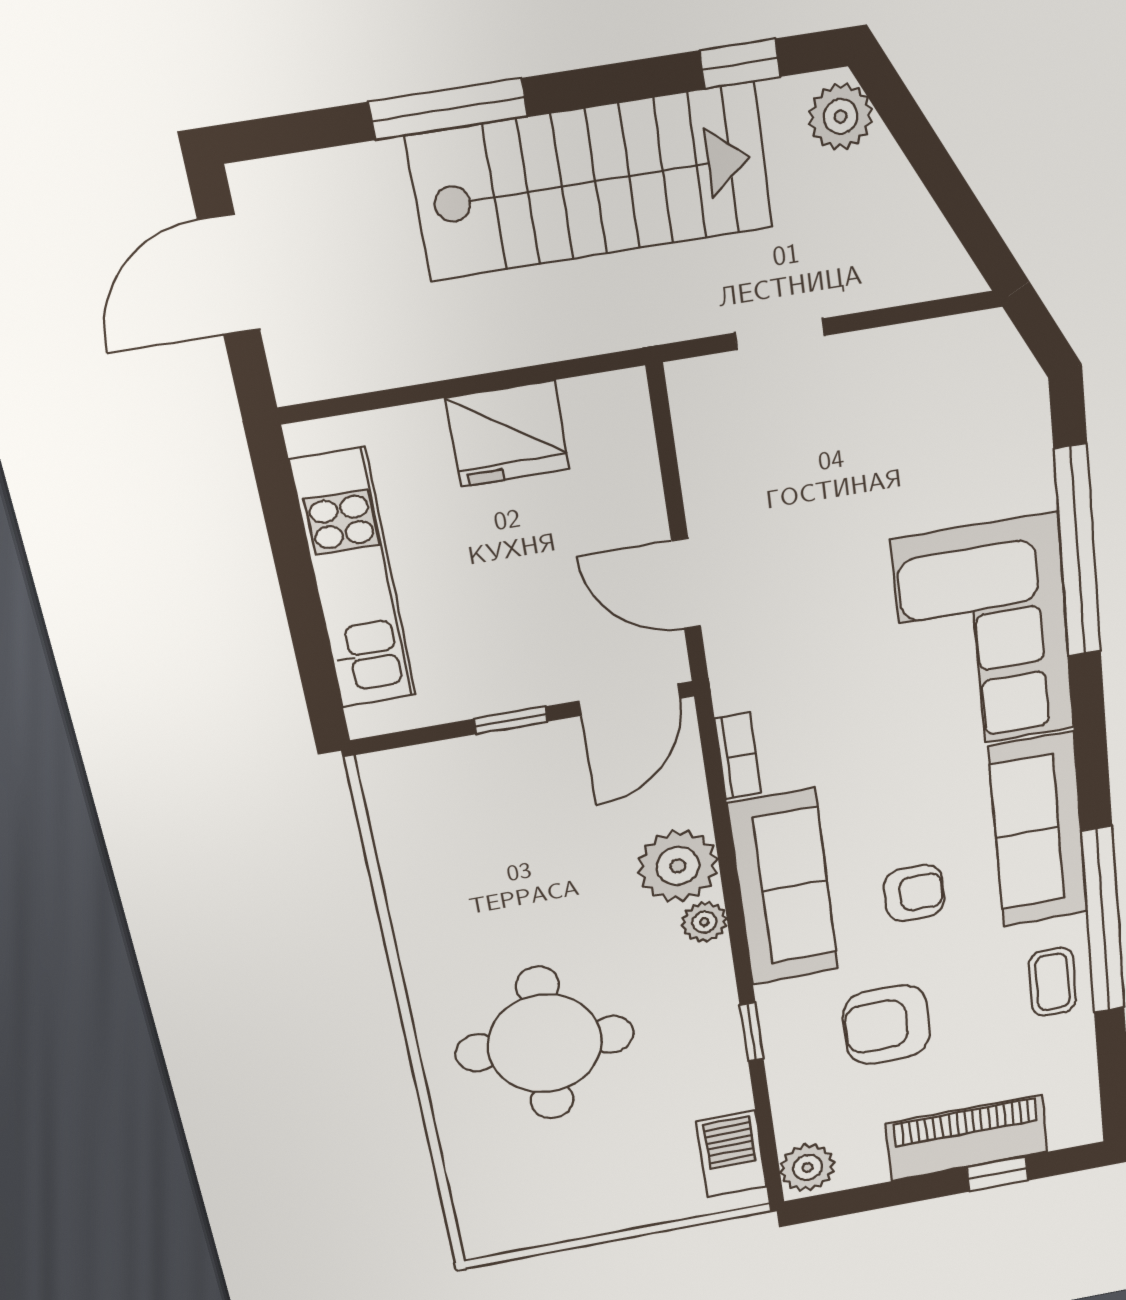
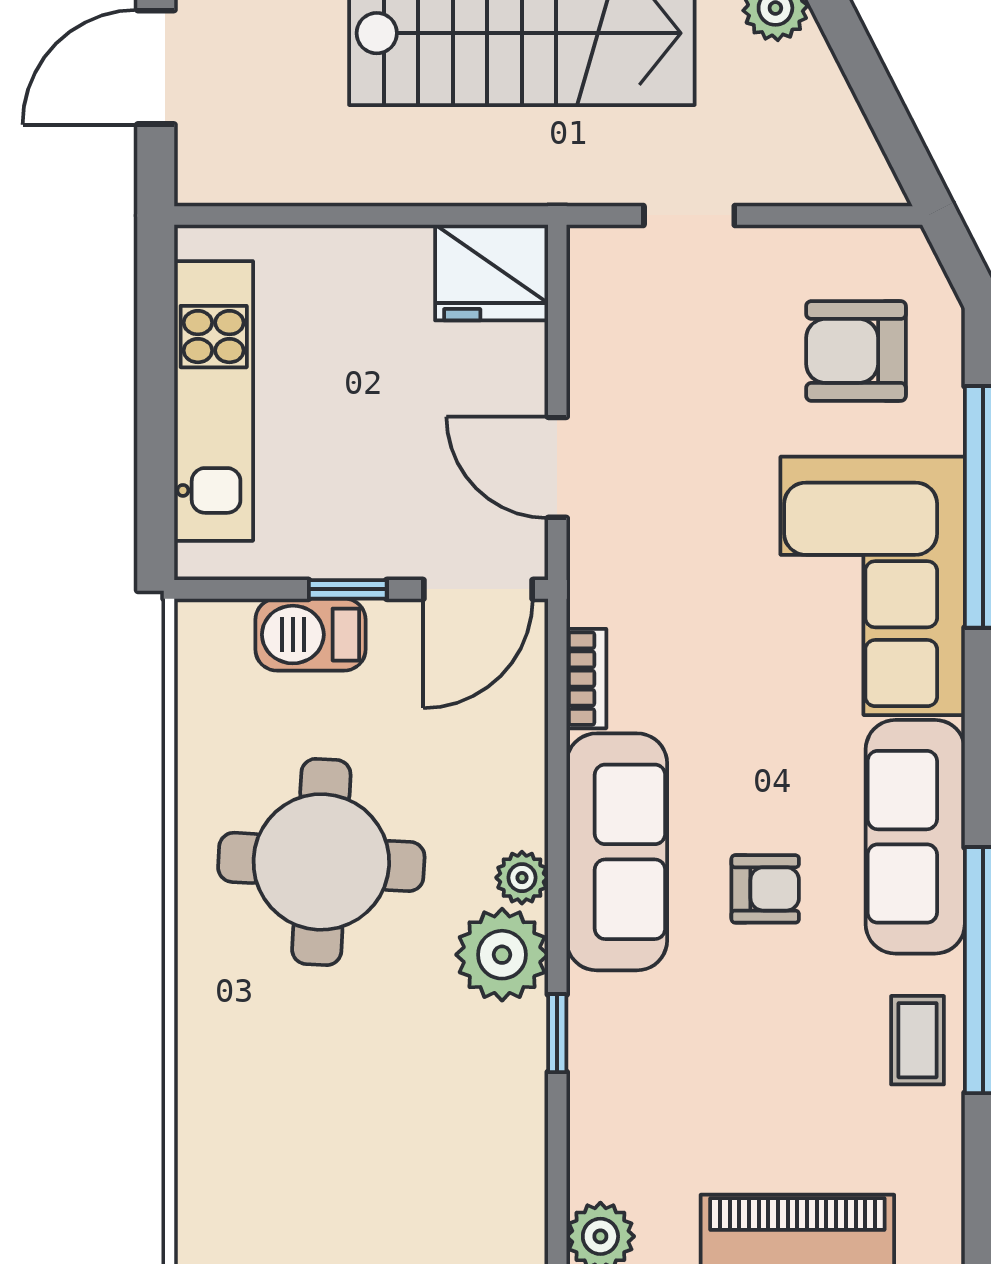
fridge: (508, 434) -> (492, 273), moved
plant: (678, 866) -> (502, 955), moved
armchair: (887, 1025) -> (856, 351), moved
round table: (545, 1043) -> (321, 862), moved
barbecue: (731, 1154) -> (311, 635), moved, turned -90

